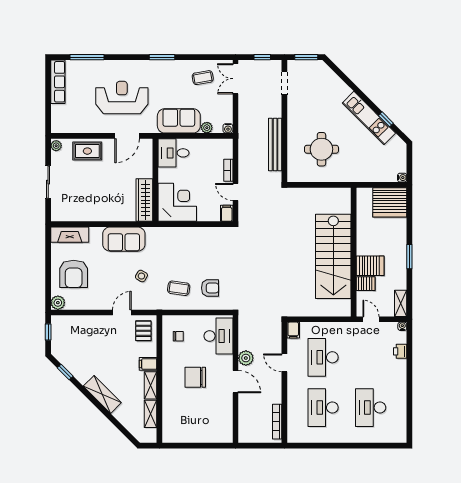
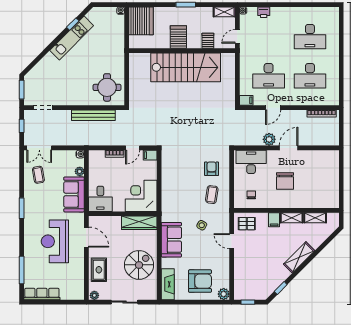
round table: (321, 149) -> (107, 87), moved
spiral stairs: (93, 200) -> (139, 265), added
server rack: (370, 266) -> (178, 37), moved

